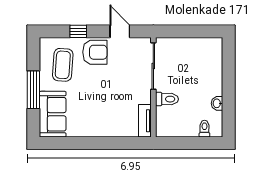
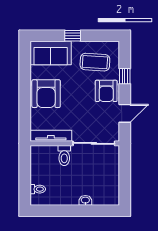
window: (33, 90) -> (73, 36), width x0.46
washbasin: (217, 103) -> (85, 200), moved
armchair: (98, 119) -> (46, 94), added
tv unit: (145, 121) -> (51, 136), width x1.41

